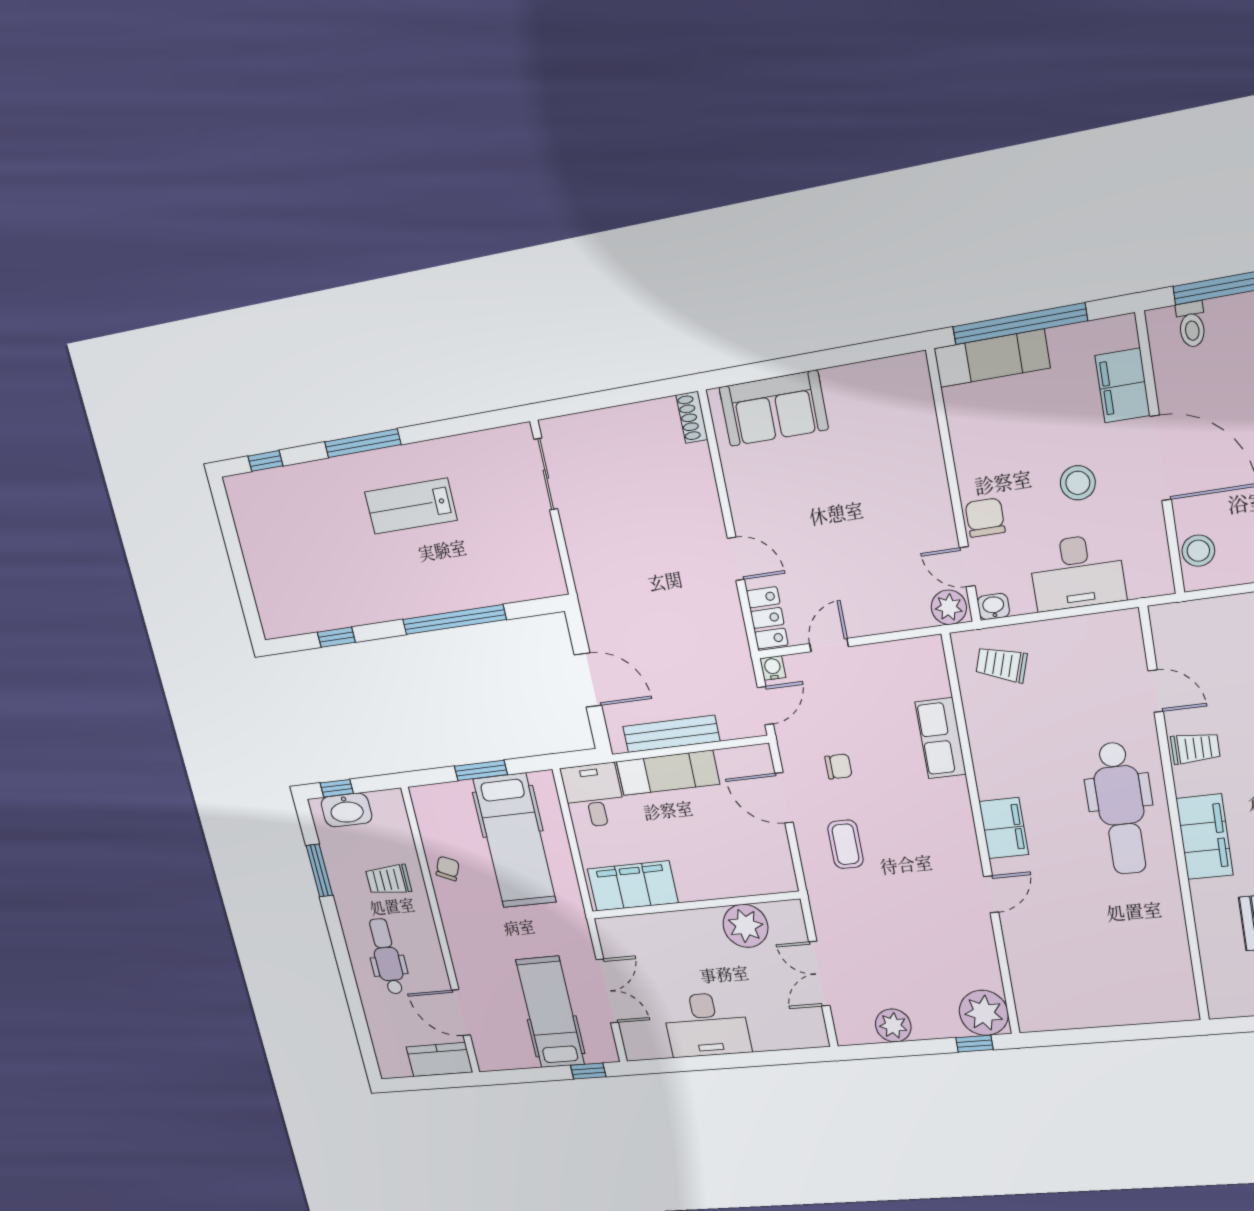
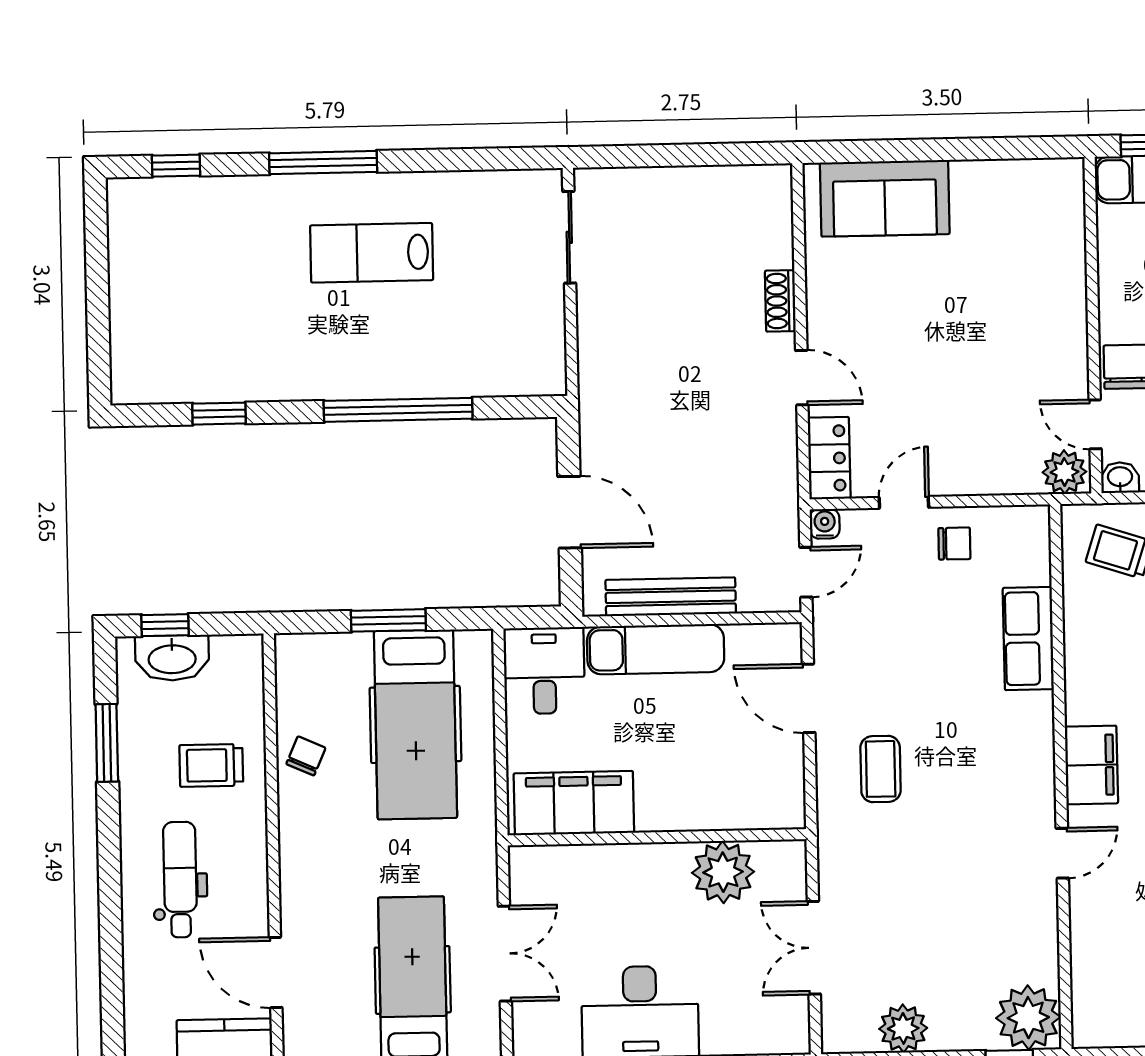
shoe rack: (692, 417) -> (780, 301), moved
chair: (838, 766) -> (954, 544), moved

